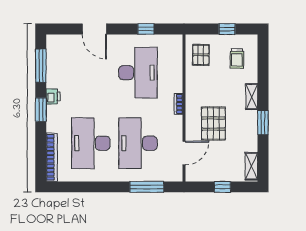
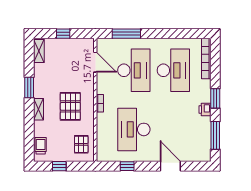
trolley: (237, 58) -> (41, 146), moved
pallet: (214, 123) -> (70, 106), moved
door: (184, 153) -> (95, 62), swing flipped

